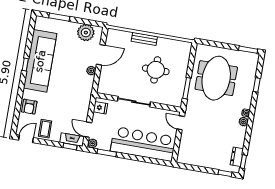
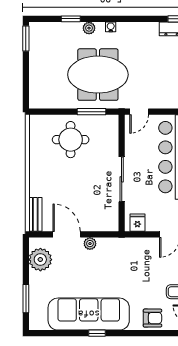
bench: (144, 39) -> (35, 214), moved
round table: (156, 70) -> (71, 140), moved
meeting table: (216, 78) -> (98, 75), moved
plant: (243, 122) -> (89, 28), moved

